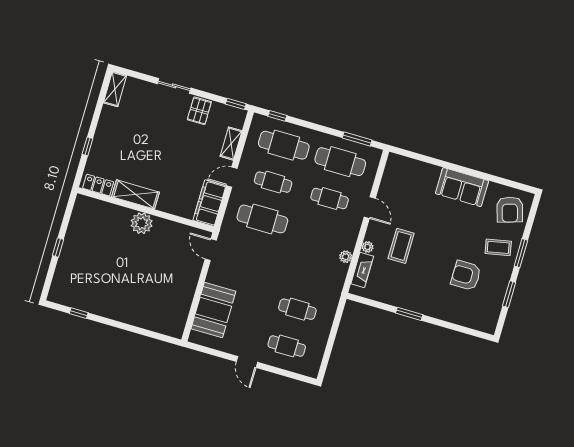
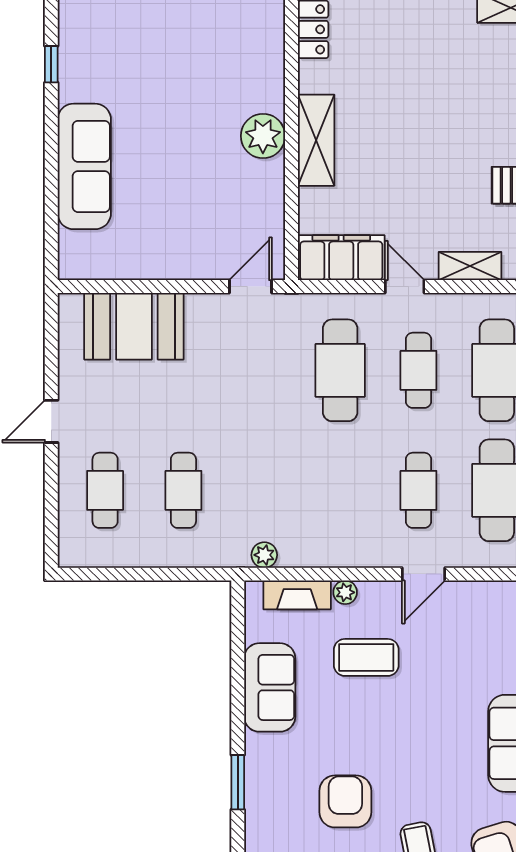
shelving: (136, 194) -> (316, 140), moved
plant: (346, 257) -> (264, 555), moved
sofa: (402, 295) -> (270, 687), added
sofa: (131, 312) -> (84, 166), added
window: (409, 314) -> (238, 782), moved

